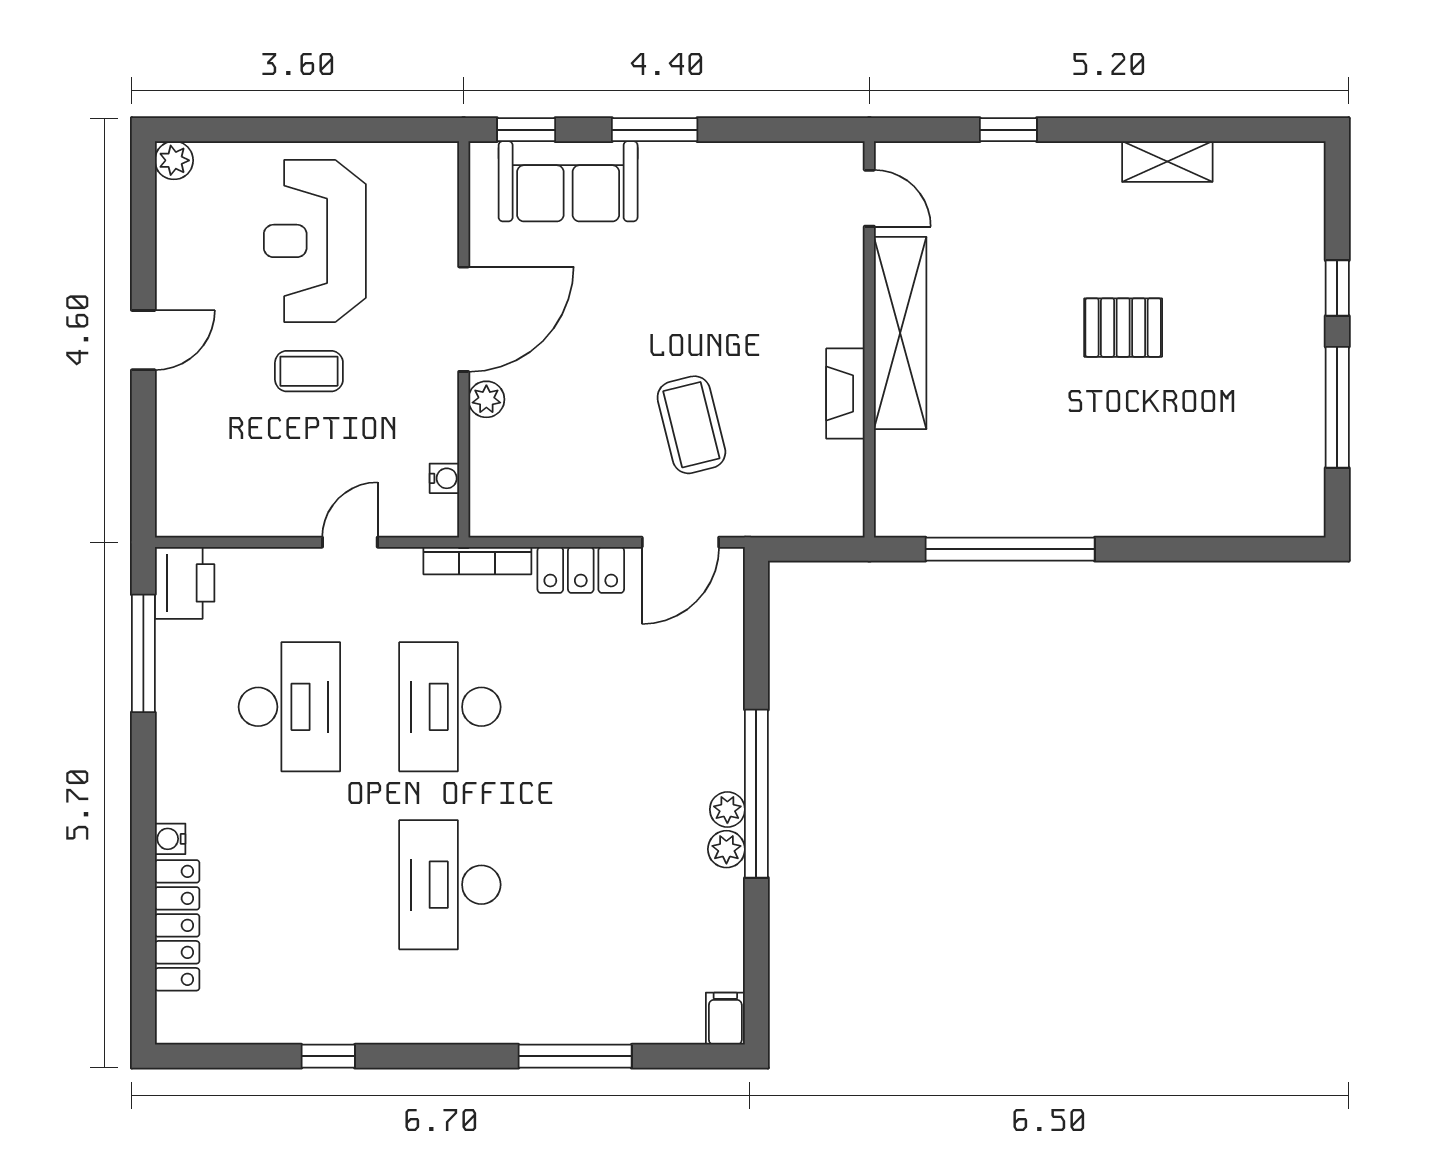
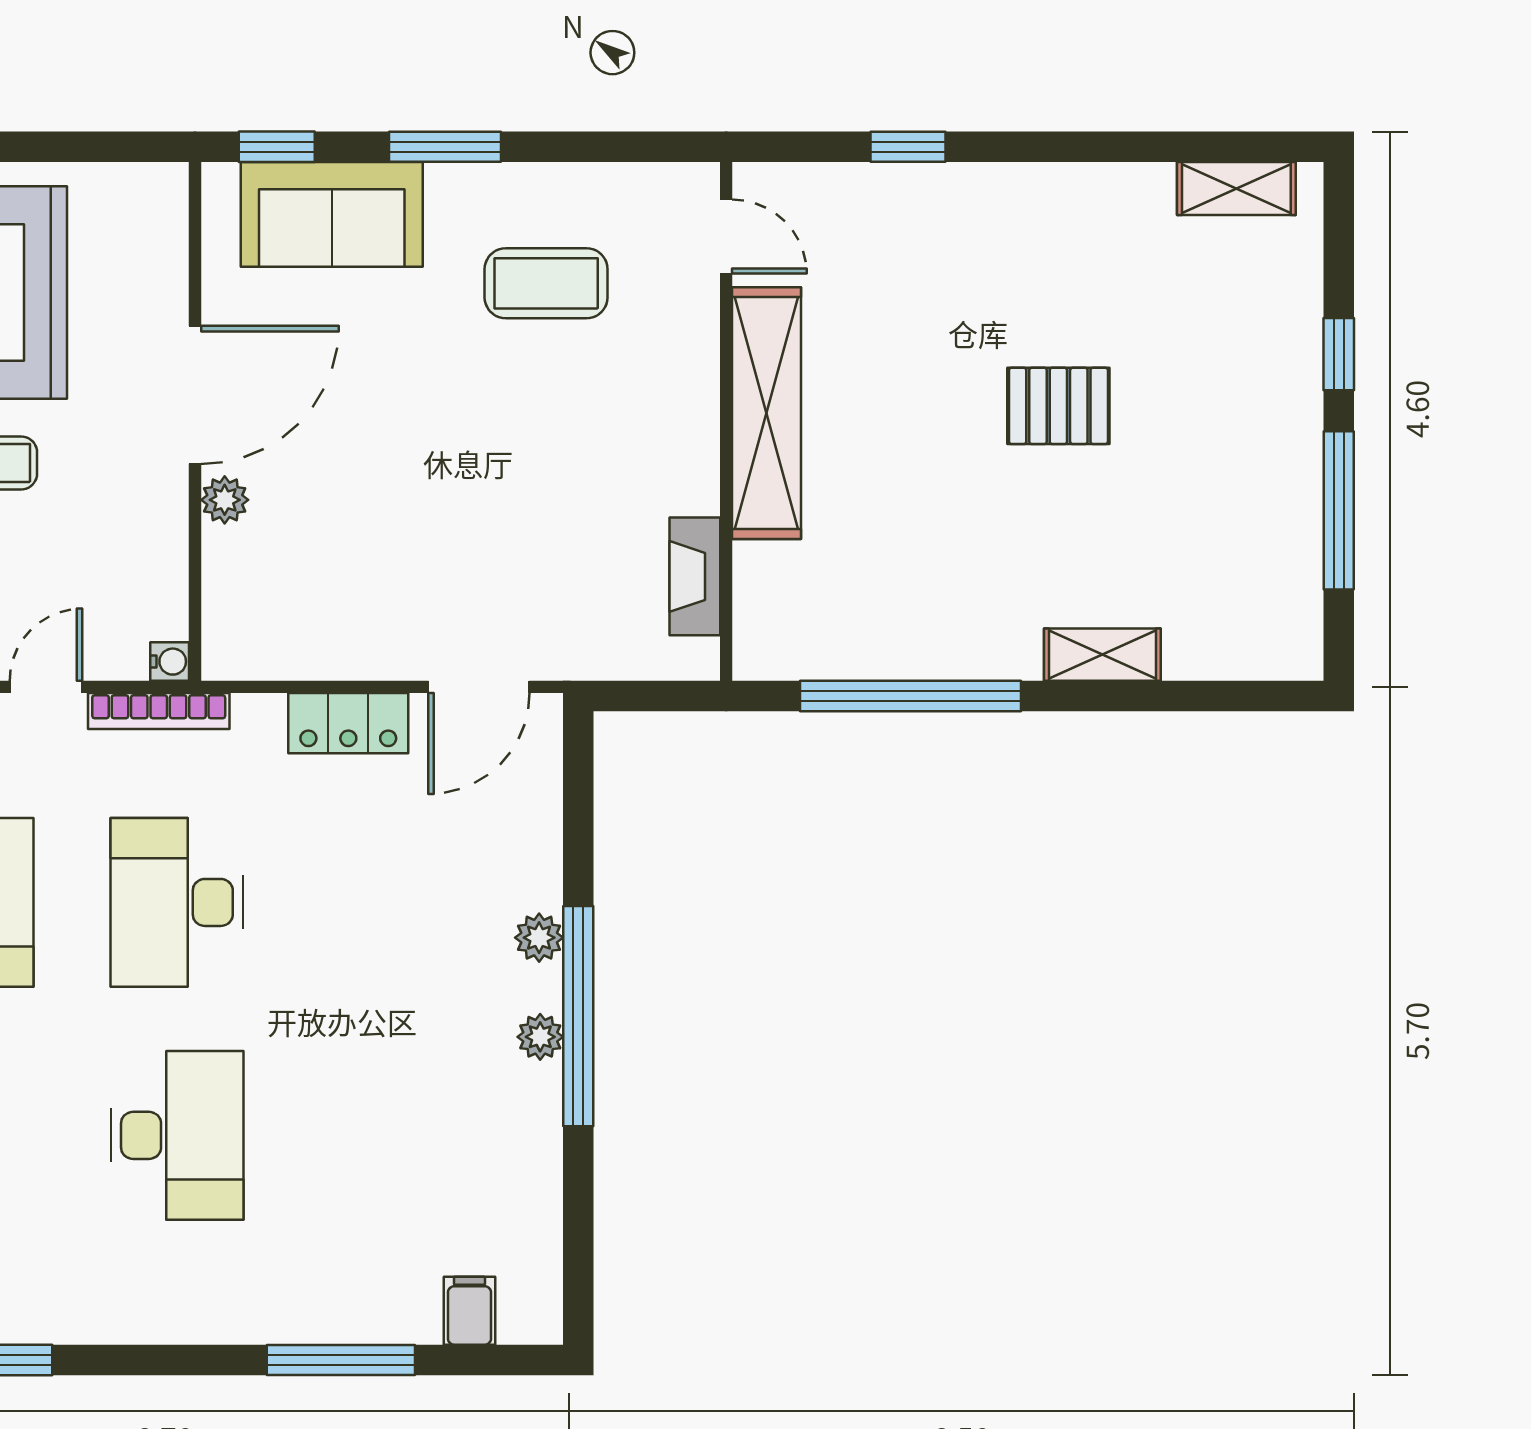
shelving: (1167, 162) -> (1236, 188), moved
fireplace: (845, 394) -> (695, 576), moved
coffee table: (691, 425) -> (546, 283), moved, turned -76
water cooler: (444, 478) -> (170, 662), moved
shelving: (1157, 518) -> (1102, 655), added
bookcase: (477, 561) -> (159, 711), moved
plant: (726, 849) -> (539, 938), moved
desk: (450, 885) -> (177, 1135), turned 180
filing cabinet: (725, 1019) -> (469, 1311), moved

